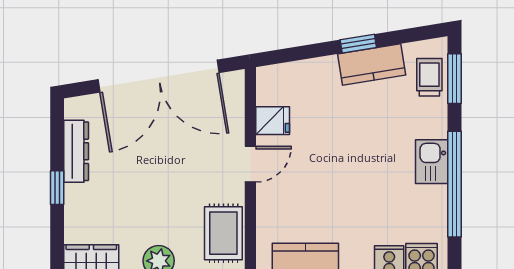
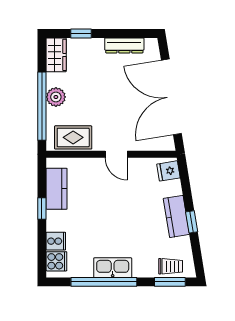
kitchen counter: (372, 65) -> (176, 216), moved
fridge: (273, 121) -> (168, 171), moved, turned 81
kitchen sink: (432, 162) -> (113, 268), width x1.38
window: (57, 188) -> (81, 34), moved

